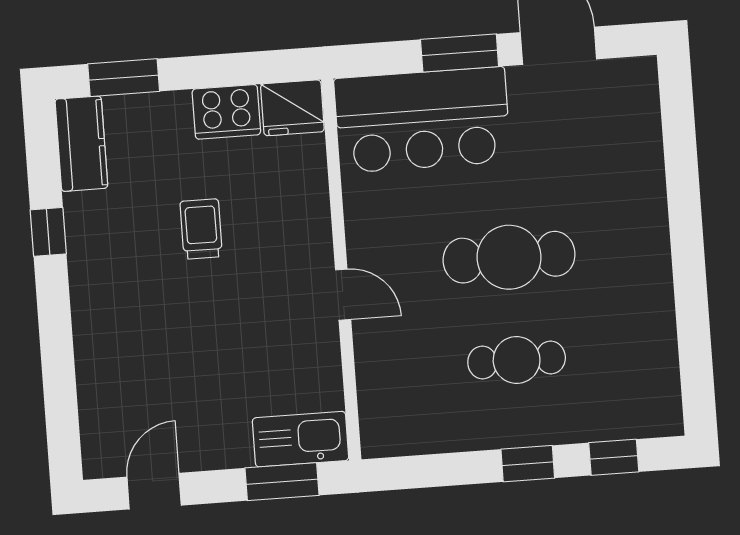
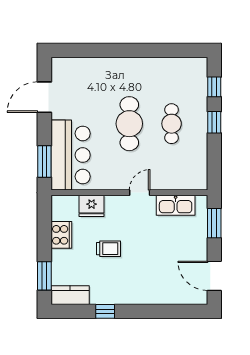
window: (460, 53) -> (44, 162), moved
fridge: (292, 108) -> (92, 206), moved, turned 90
trolley: (201, 229) -> (108, 249), turned 180
kitchen sink: (301, 439) -> (176, 205), moved, turned -90
door: (154, 491) -> (214, 276), width x1.38

